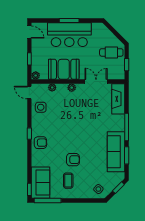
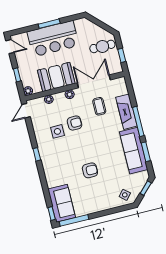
double door: (96, 82) -> (94, 81), width x1.37
door: (29, 93) -> (26, 111), hinge flipped
fireplace: (118, 99) -> (126, 112), moved
side table: (41, 107) -> (57, 131), moved
armchair: (40, 143) -> (74, 123), moved
coffee table: (68, 181) -> (99, 106), moved

